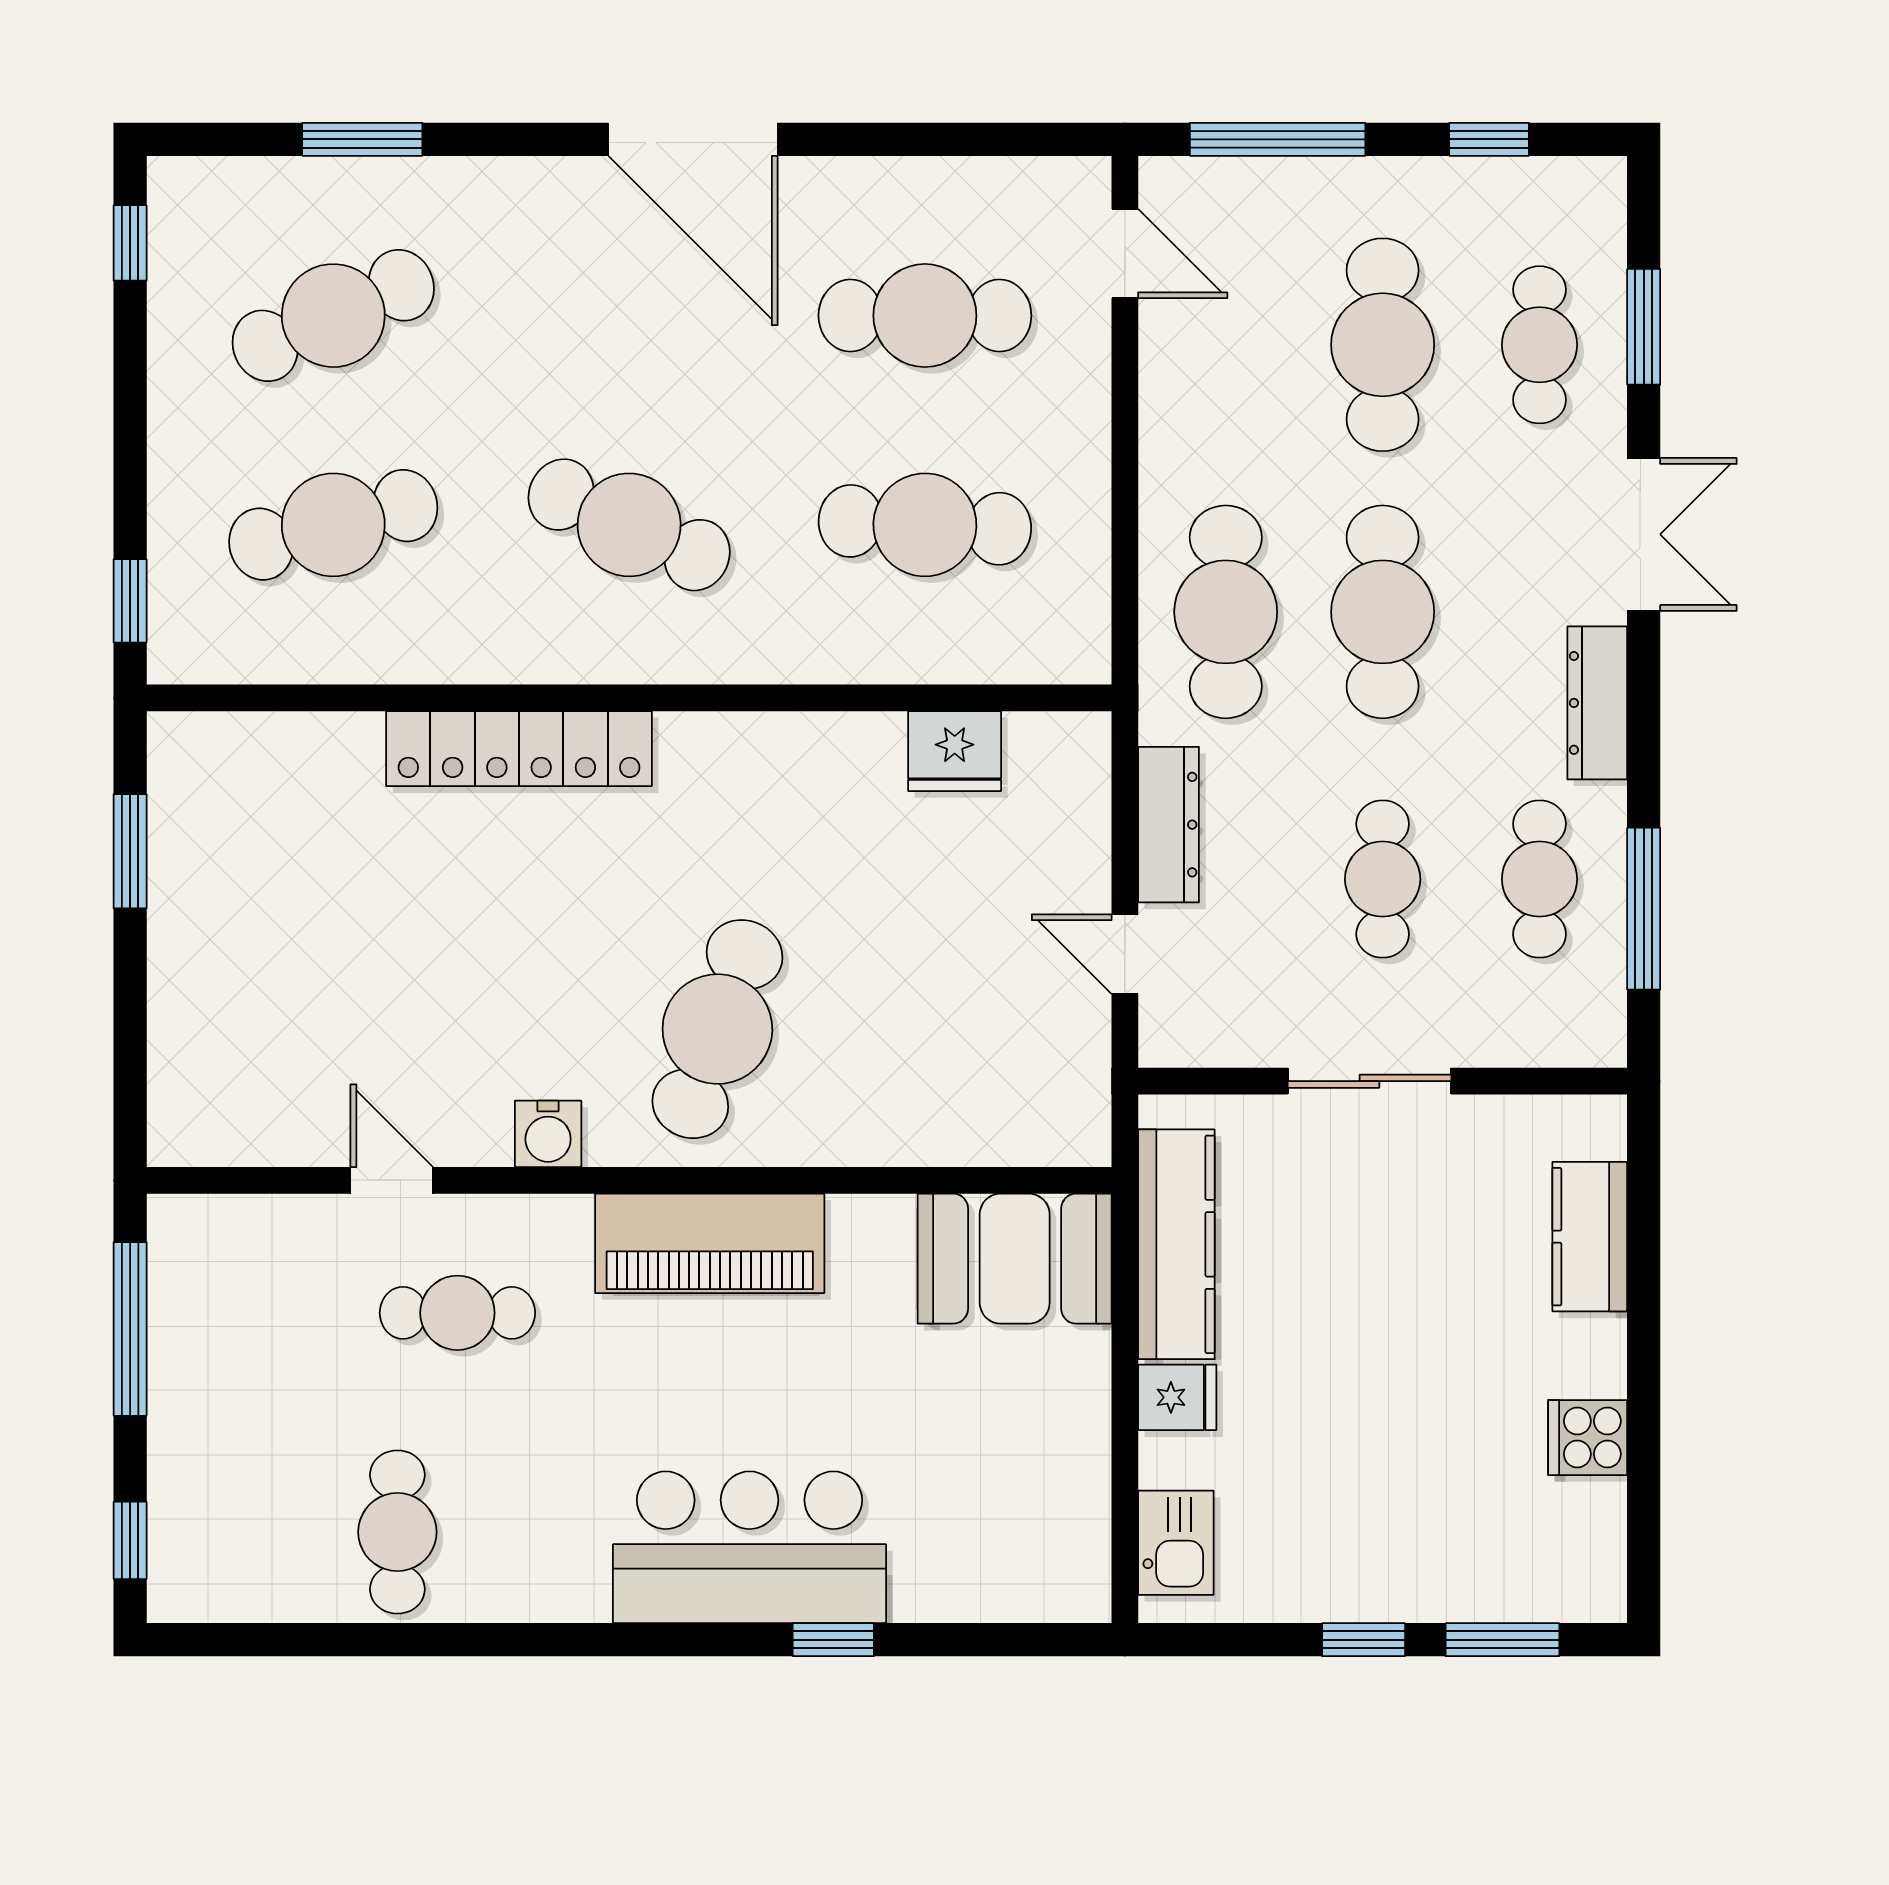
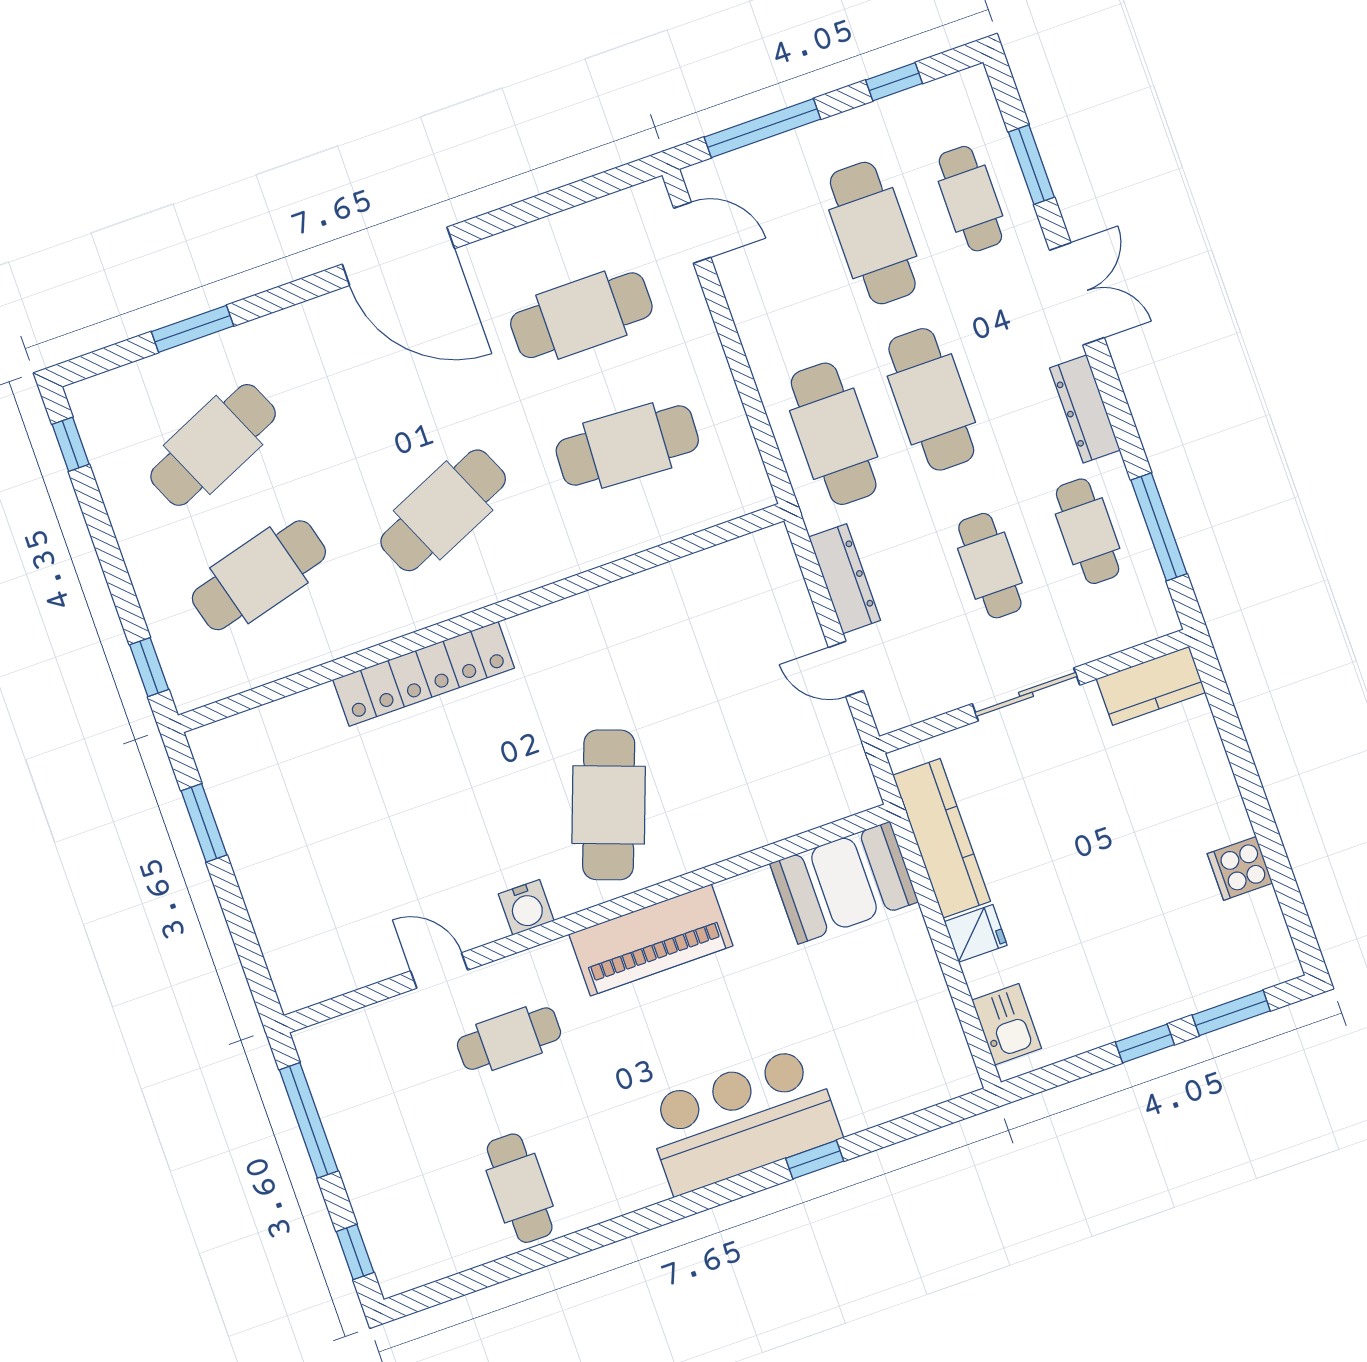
cafe table: (629, 525) -> (443, 510), turned -48
fridge: (955, 751) -> (695, 580), removed
kitchen counter: (1590, 1237) -> (1151, 686), moved, turned -90

